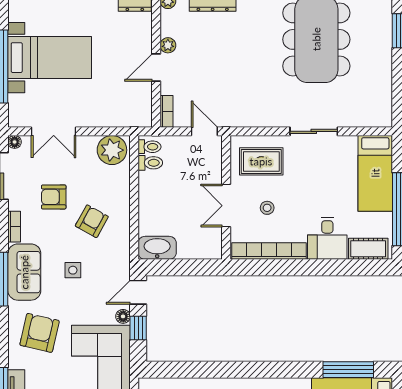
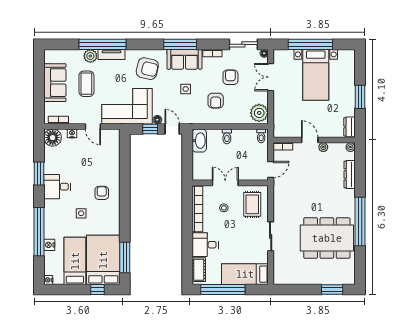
toilet: (150, 163) -> (227, 136), moved
armchair: (92, 221) -> (216, 101), turned 61

